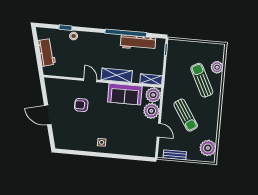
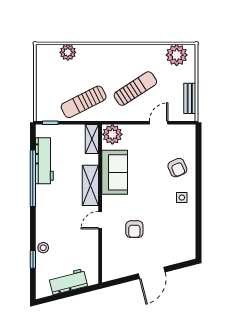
sun lounger: (202, 80) -> (84, 102), moved
plant: (151, 111) -> (134, 135), removed
armchair: (124, 141) -> (177, 168), added

